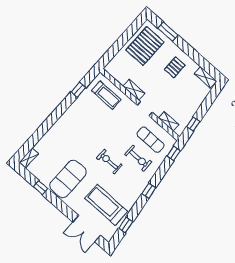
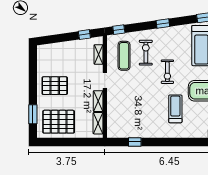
pallet: (175, 67) -> (55, 86), width x1.50, depth x1.42
shelving: (205, 77) -> (98, 123), moved
treadmill: (106, 95) -> (175, 109), moved

